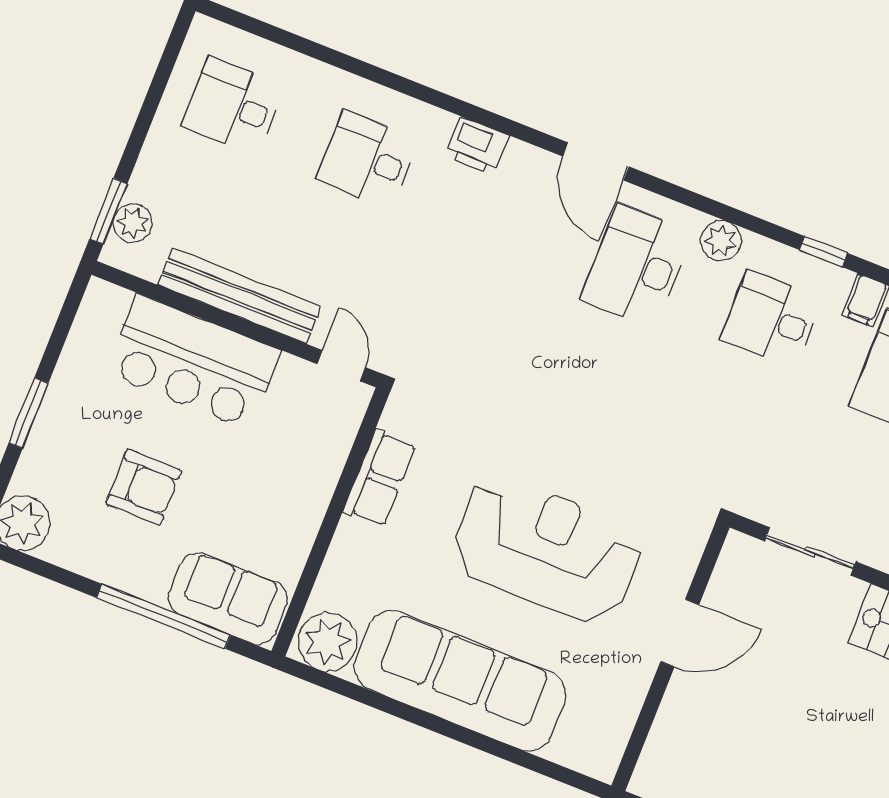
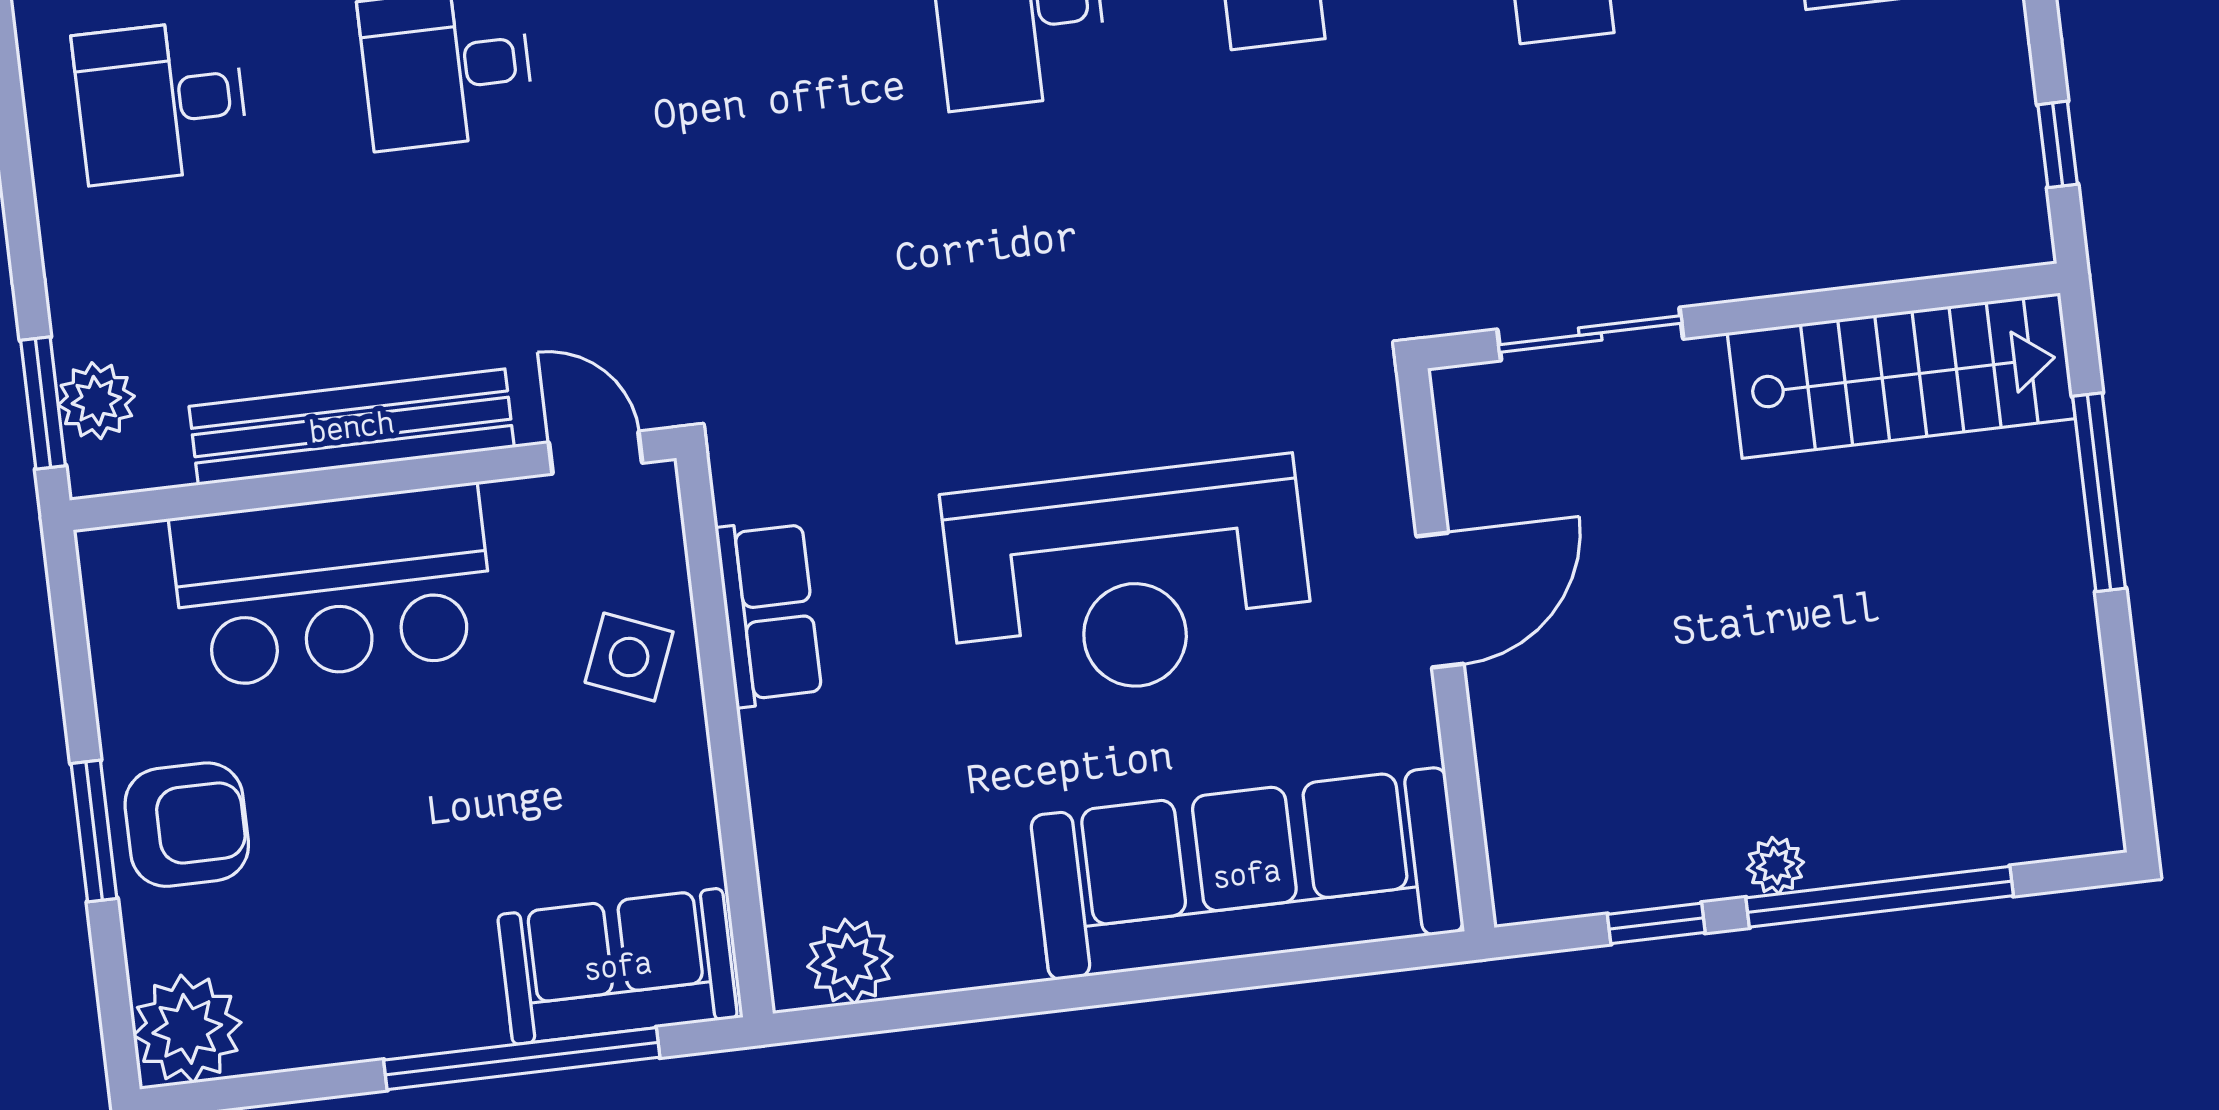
side table: (307, 464) -> (629, 657), added
armchair: (144, 487) -> (187, 825), moved
reception desk: (547, 549) -> (1128, 580), turned 180
plant: (328, 642) -> (850, 962), width x0.73, depth x0.73
sofa: (460, 681) -> (1247, 874), moved

